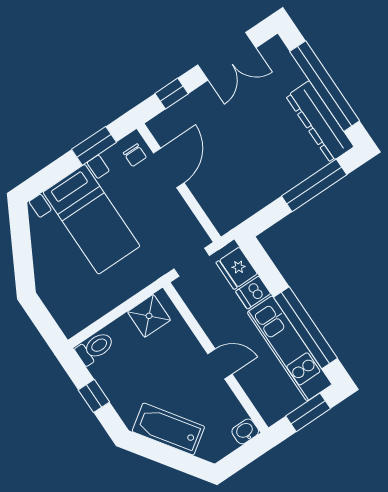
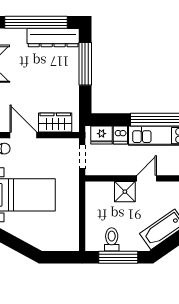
wardrobe: (213, 198) -> (55, 122), added
shower: (149, 316) -> (125, 192), moved
toilet: (95, 348) -> (112, 239), moved
window: (94, 396) -> (118, 257), width x2.17

